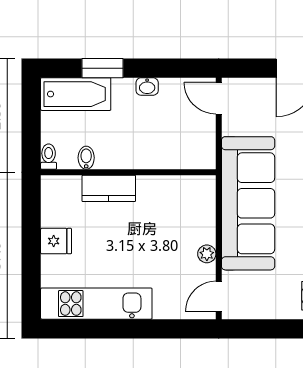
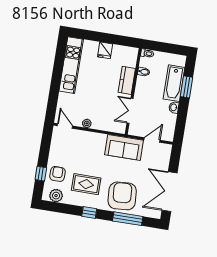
bathtub: (76, 94) -> (174, 83), moved
door: (219, 98) -> (152, 140), moved
double door: (168, 172) -> (130, 111), added
sofa: (248, 203) -> (124, 147), width x0.54, depth x0.79

